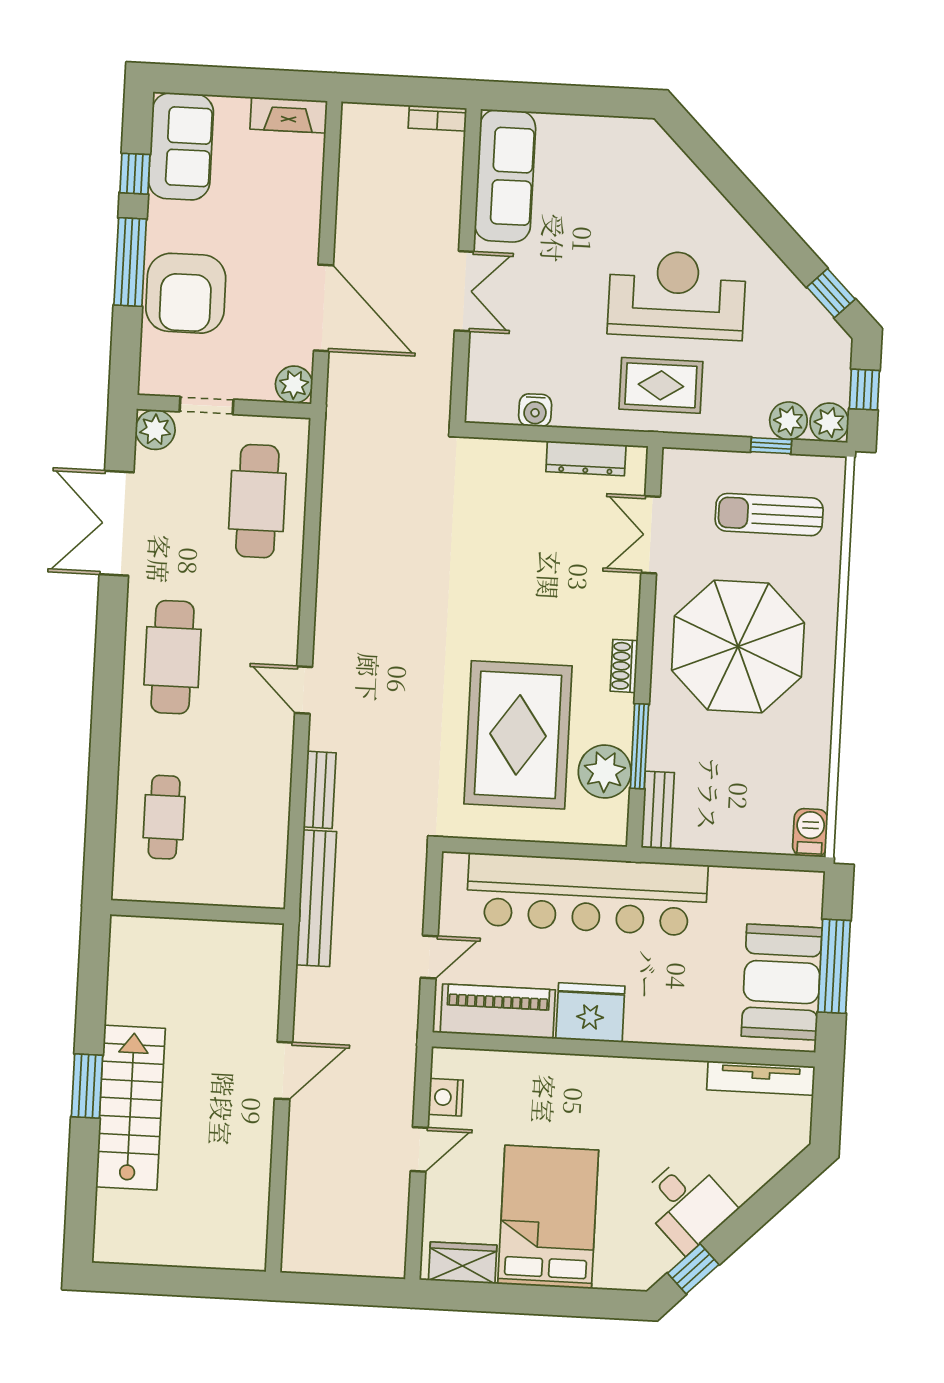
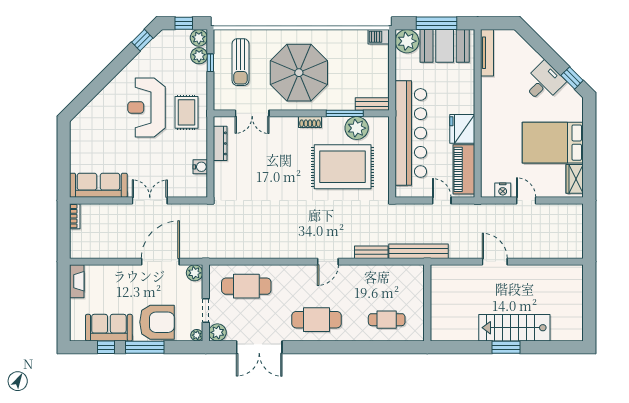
sofa: (181, 146) -> (109, 328), moved
plant: (151, 382) -> (197, 335), added
plant: (797, 897) -> (407, 41), added

